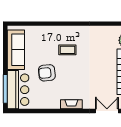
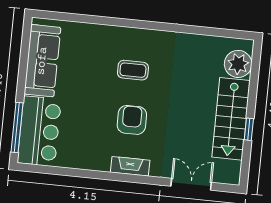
armchair: (47, 73) -> (132, 120), moved, turned 96

